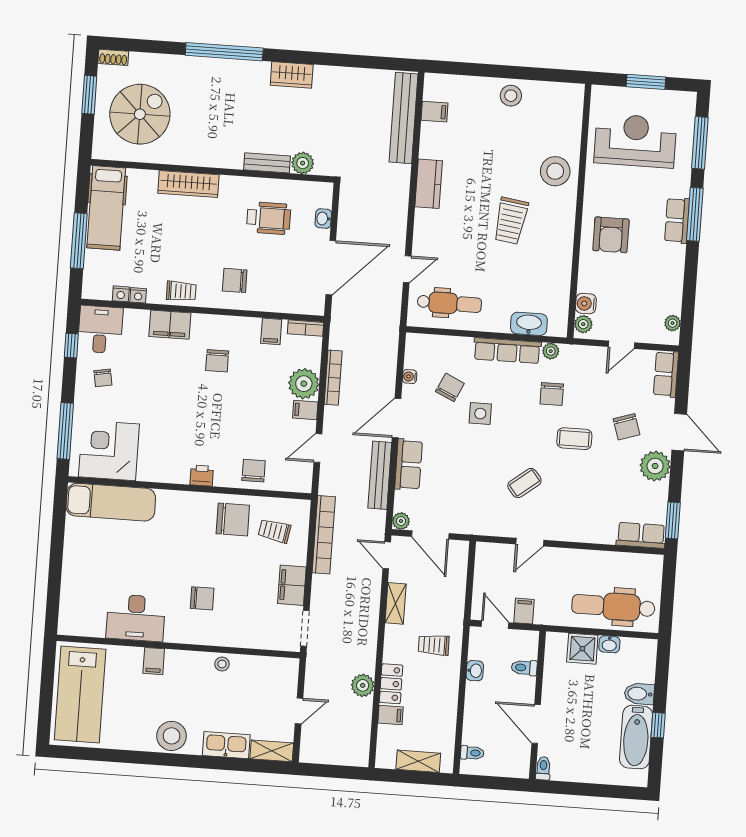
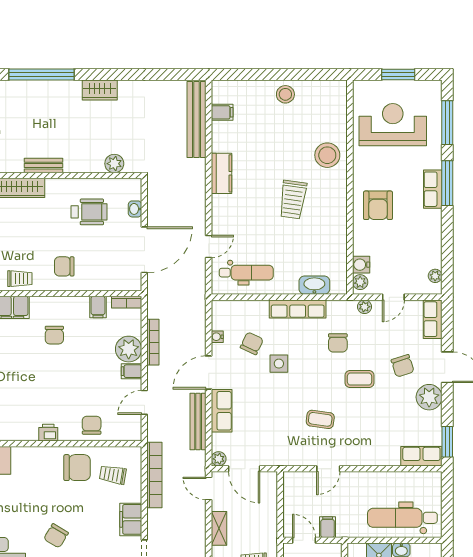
bench: (267, 163) -> (43, 166), moved
plant: (551, 351) -> (364, 307), moved
coffee table: (524, 483) -> (320, 419), turned 46
chair: (202, 598) -> (56, 536), turned 121

